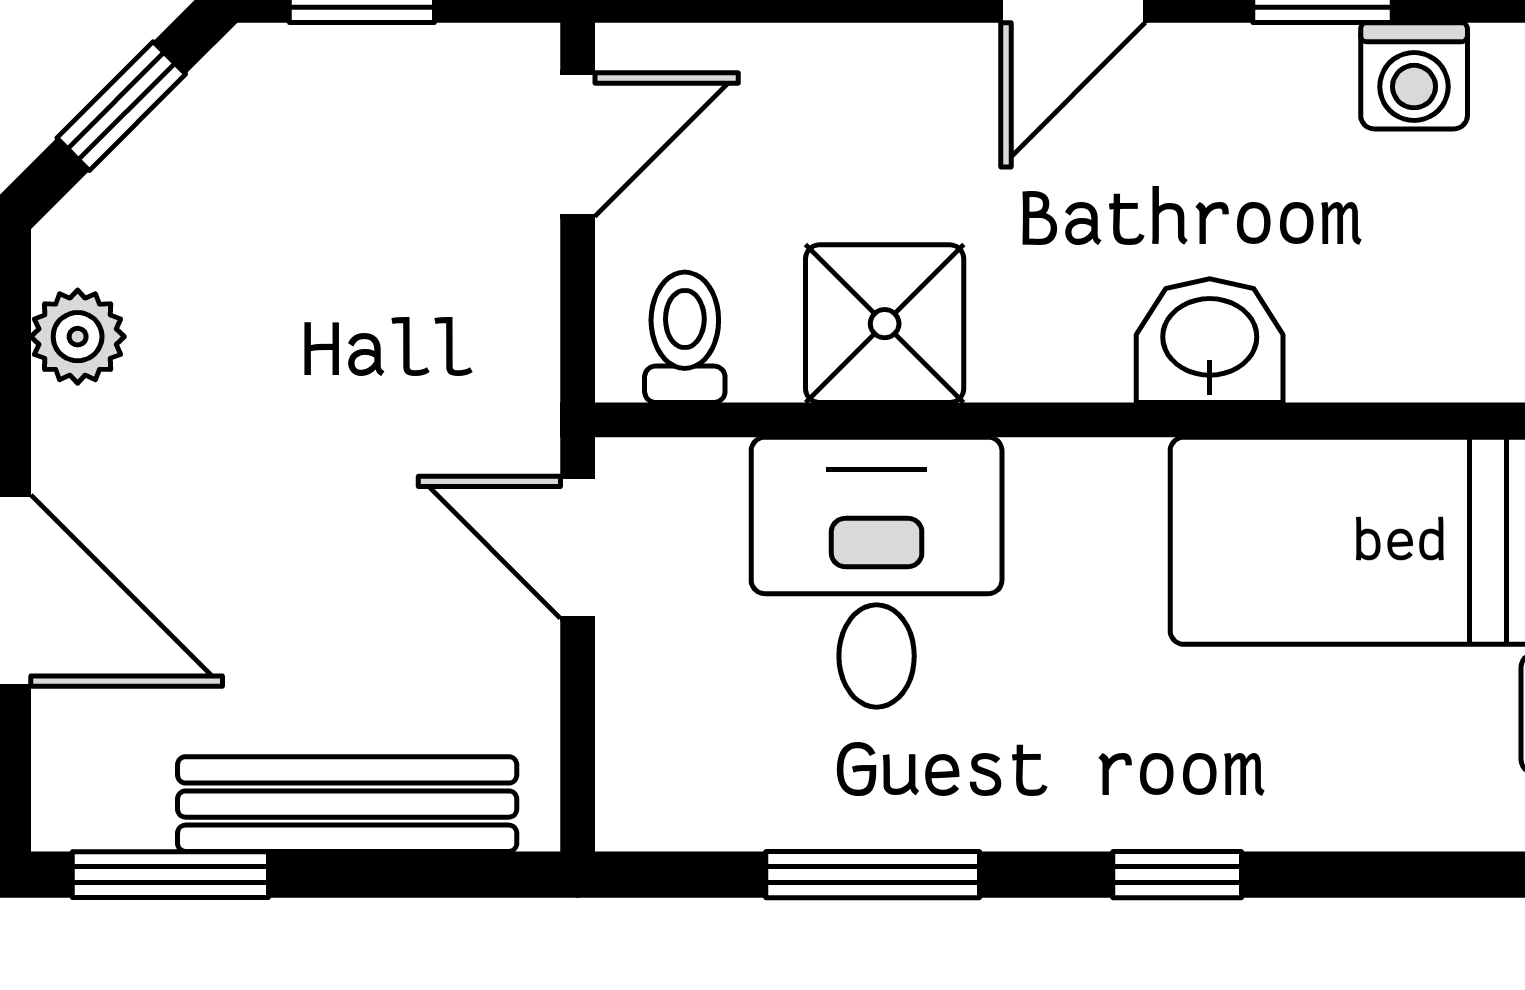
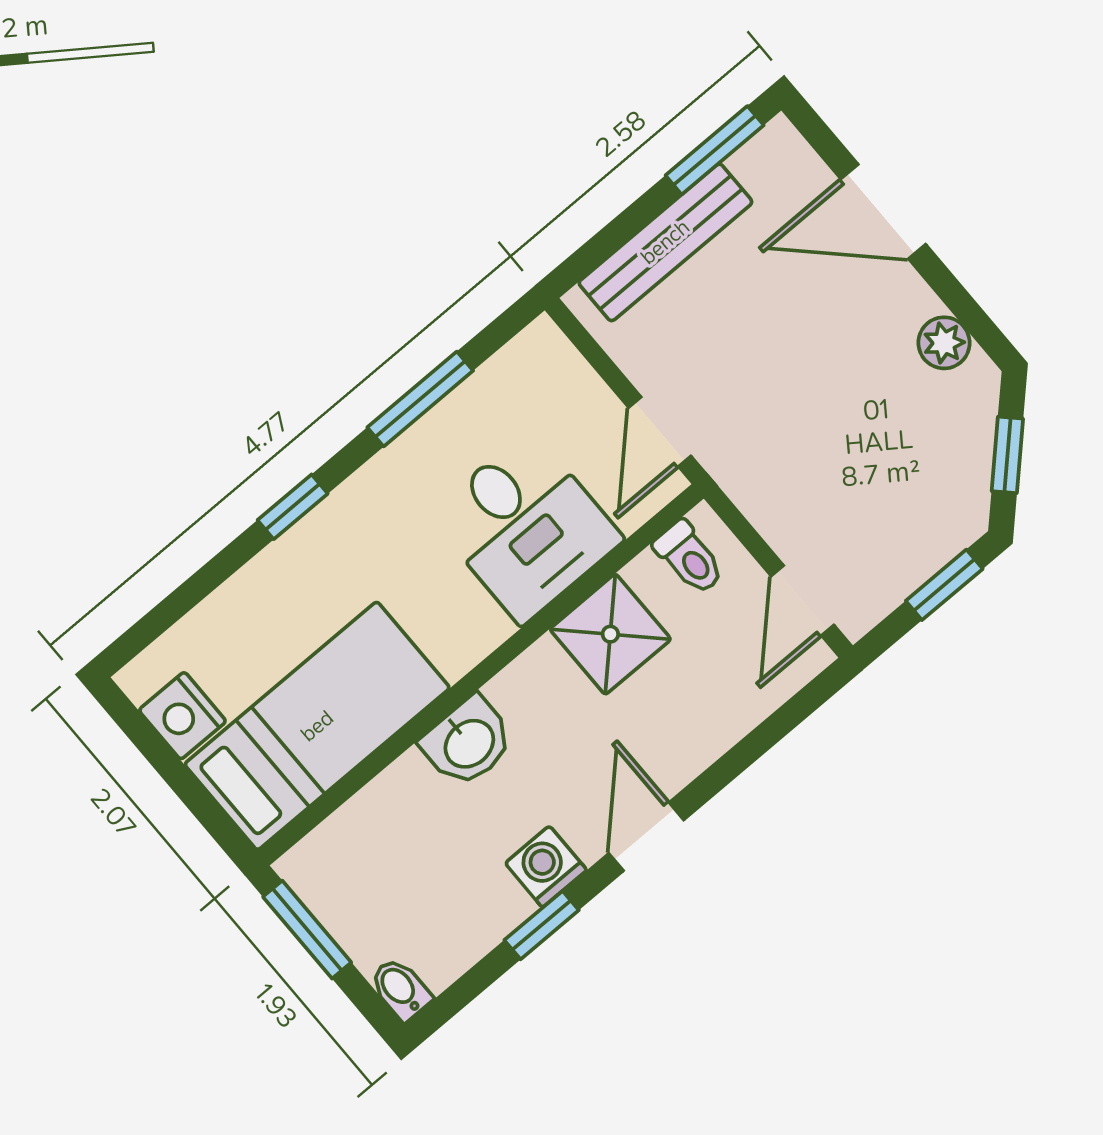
washing machine: (1414, 76) -> (546, 867), moved
door: (578, 547) -> (660, 432), swing flipped

